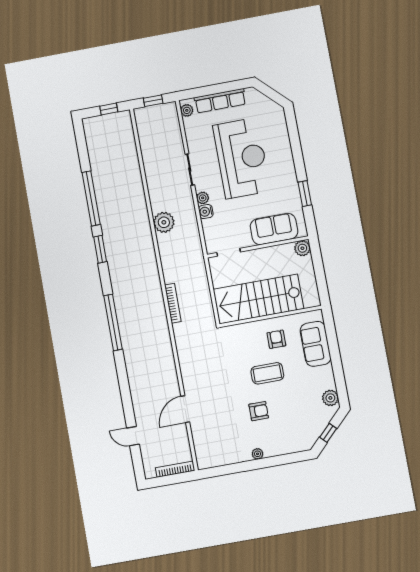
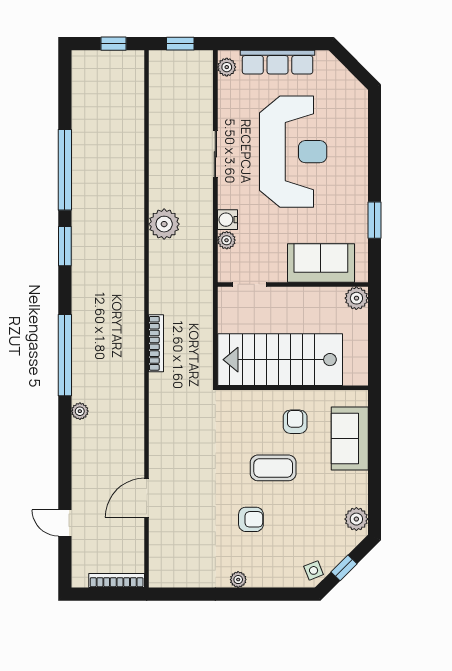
plant: (203, 198) -> (227, 240), moved
plant: (130, 358) -> (80, 411), added
side table: (308, 438) -> (314, 570), added

